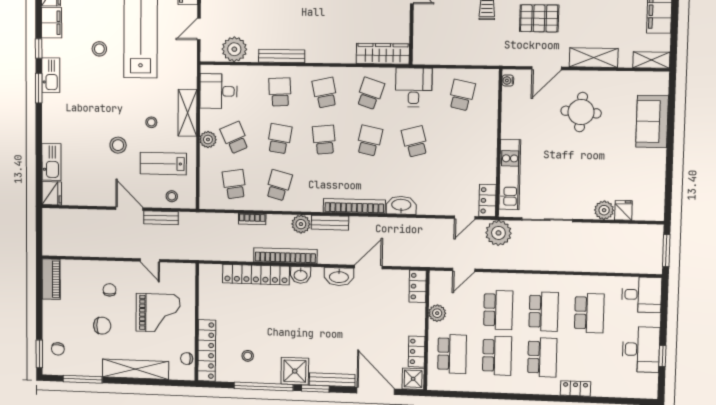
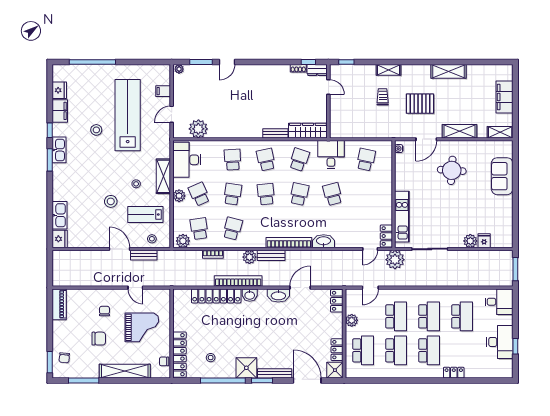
bench: (282, 56) -> (275, 133), moved, width x0.73
desk: (218, 91) -> (187, 160), width x1.37
plant: (213, 200) -> (183, 241), added

